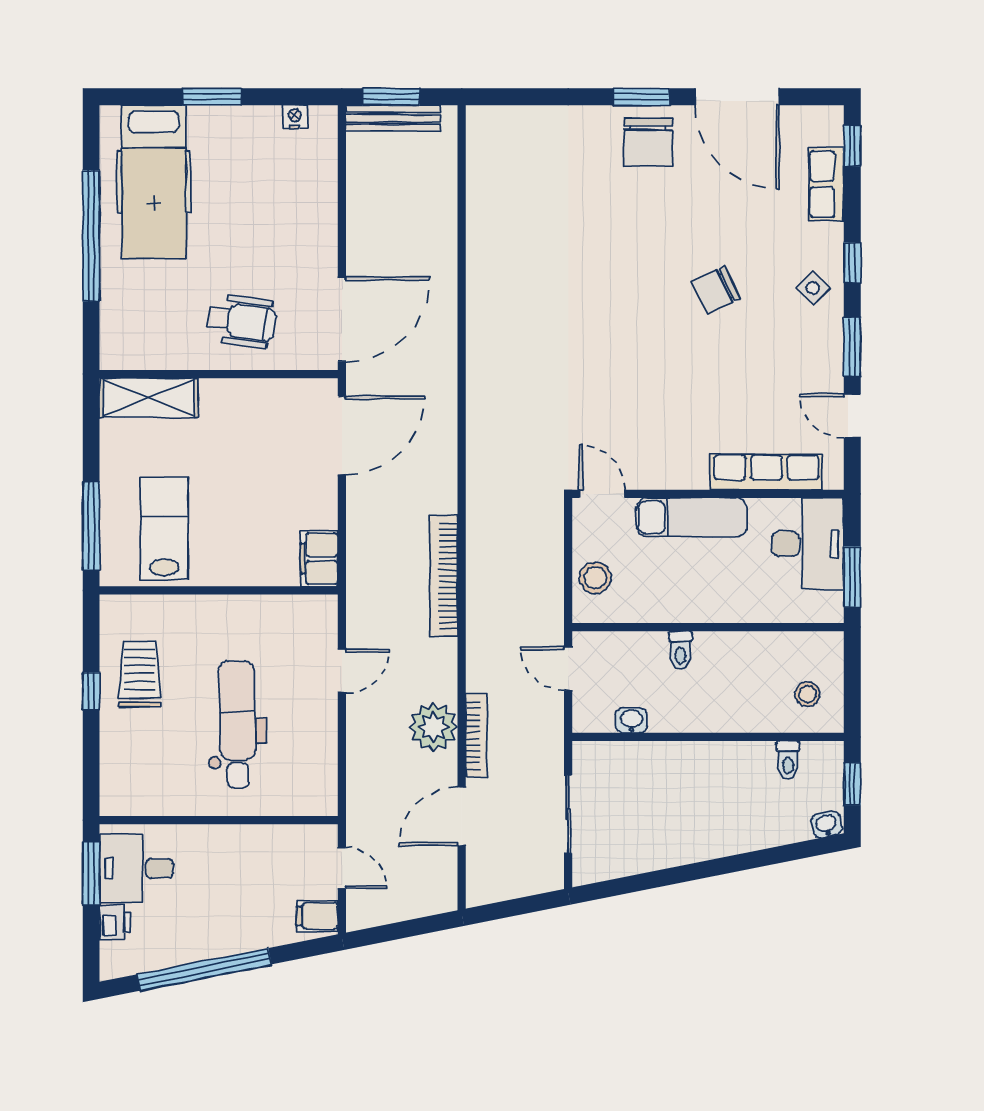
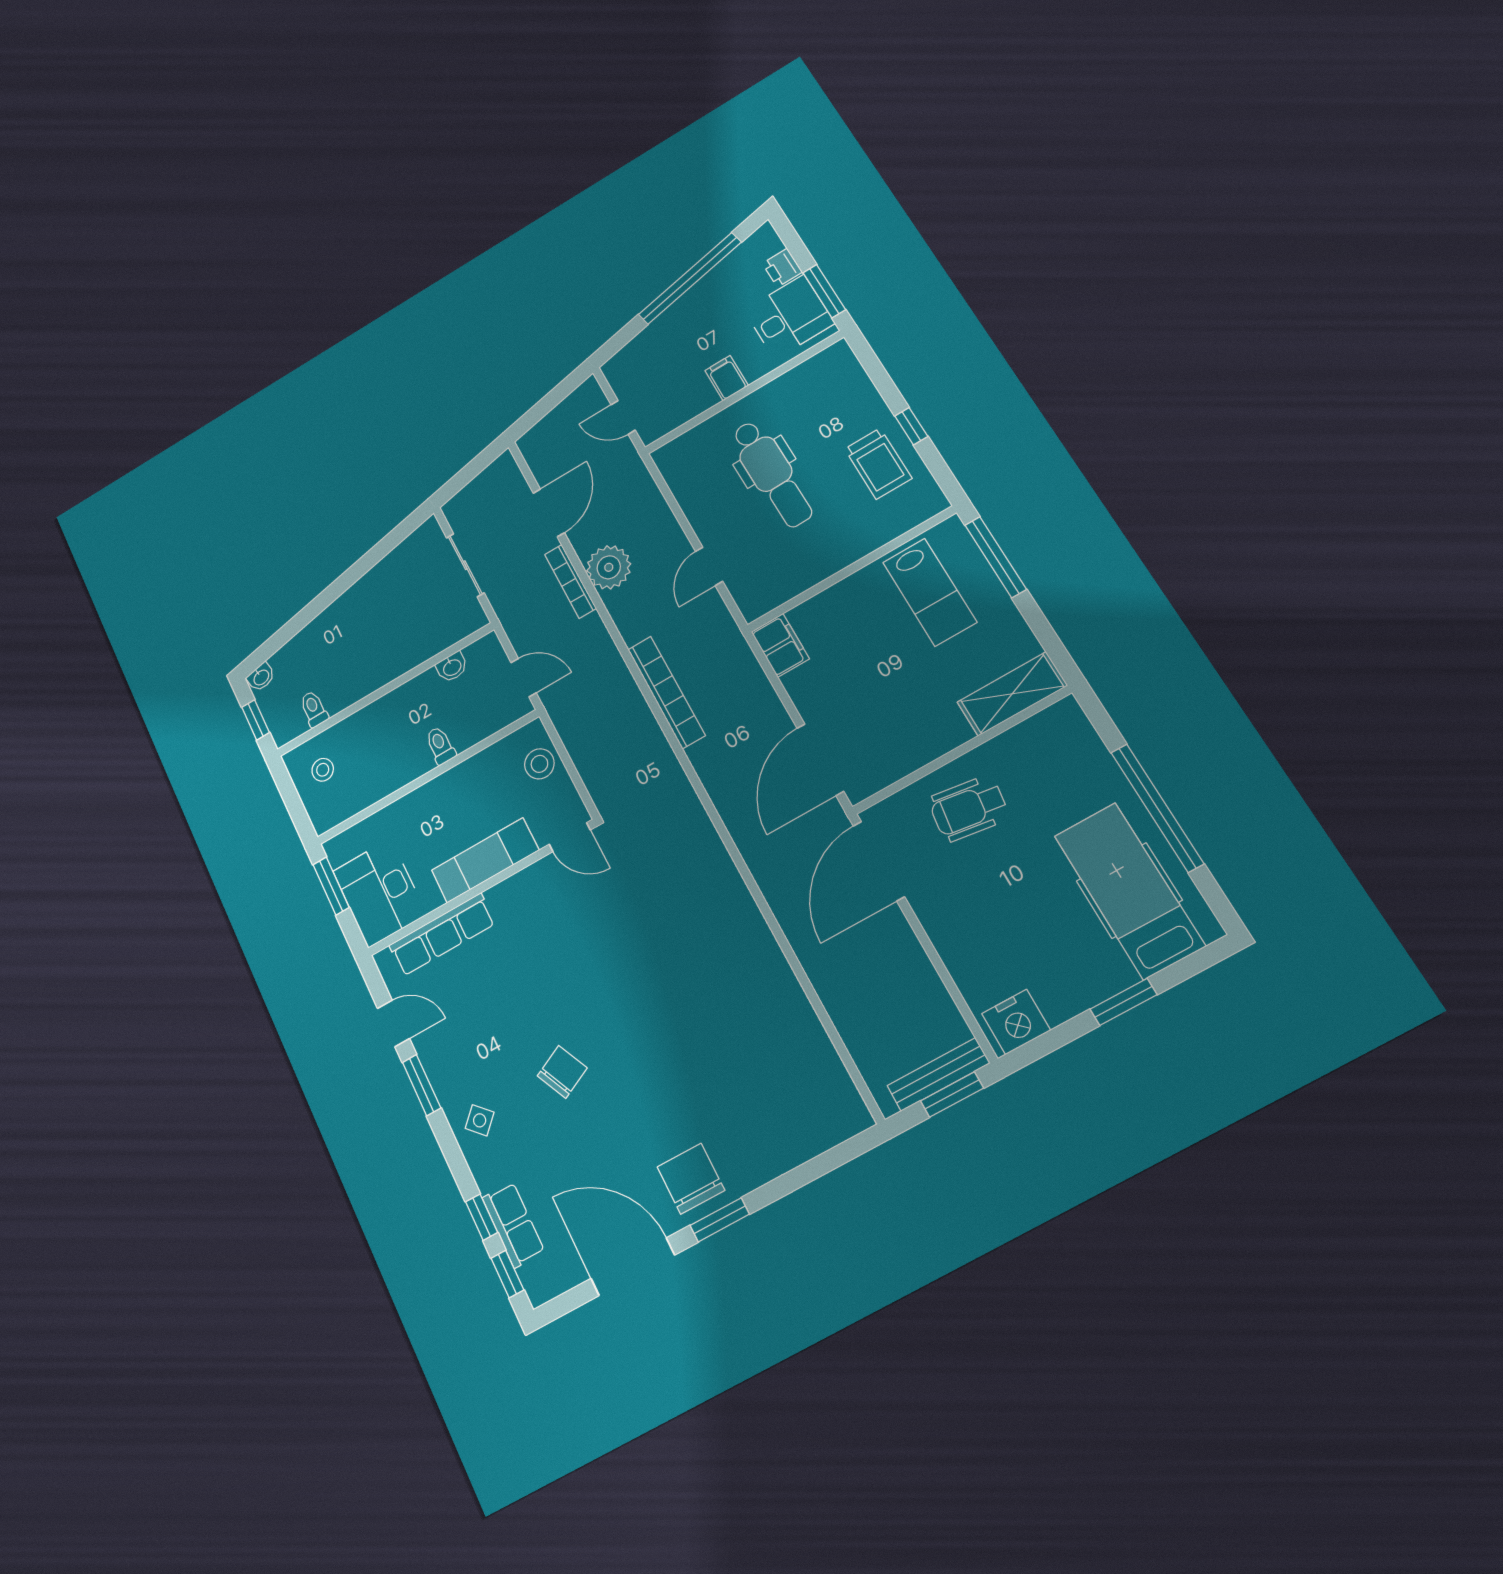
nightstand: (295, 117) -> (1016, 1022), width x1.89, depth x1.79
window: (852, 263) -> (482, 1217), moved
filing cabinet: (317, 916) -> (727, 378), moved, turned -90

